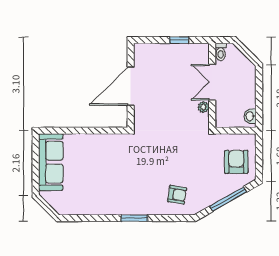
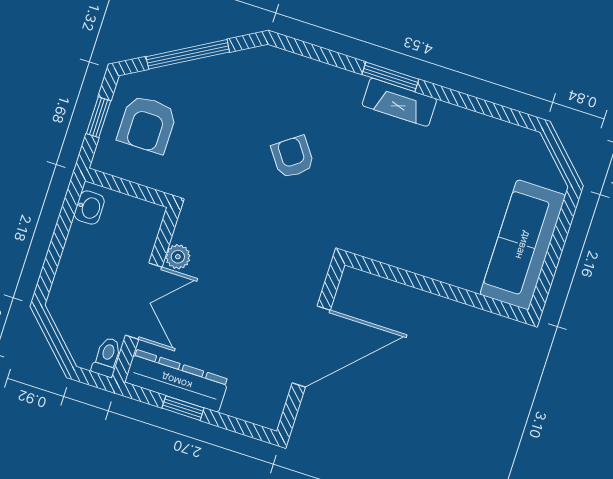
dresser: (186, 51) -> (177, 381), added
window: (259, 158) -> (98, 117), added
armchair: (177, 195) -> (293, 157), moved, turned 45
fireplace: (127, 208) -> (399, 102), added

